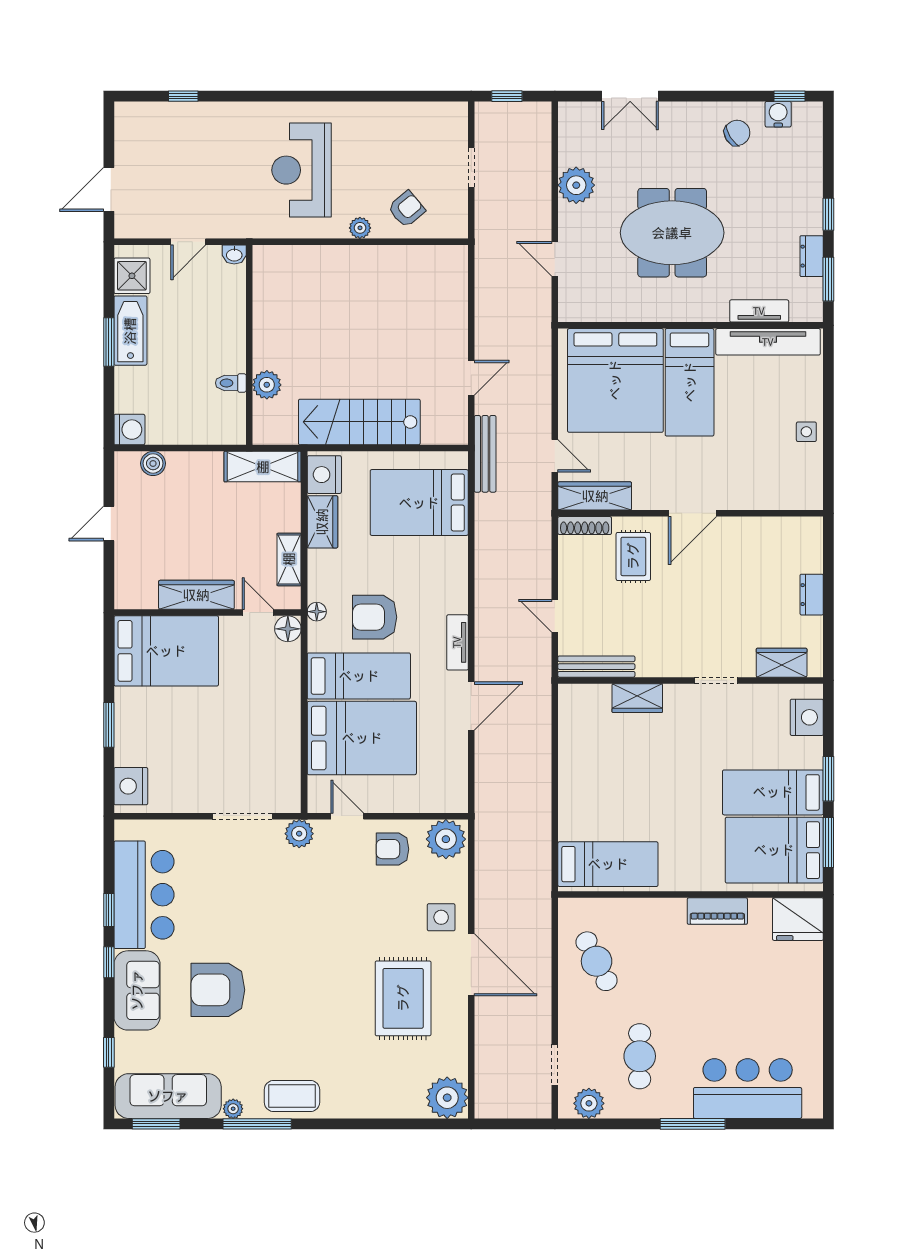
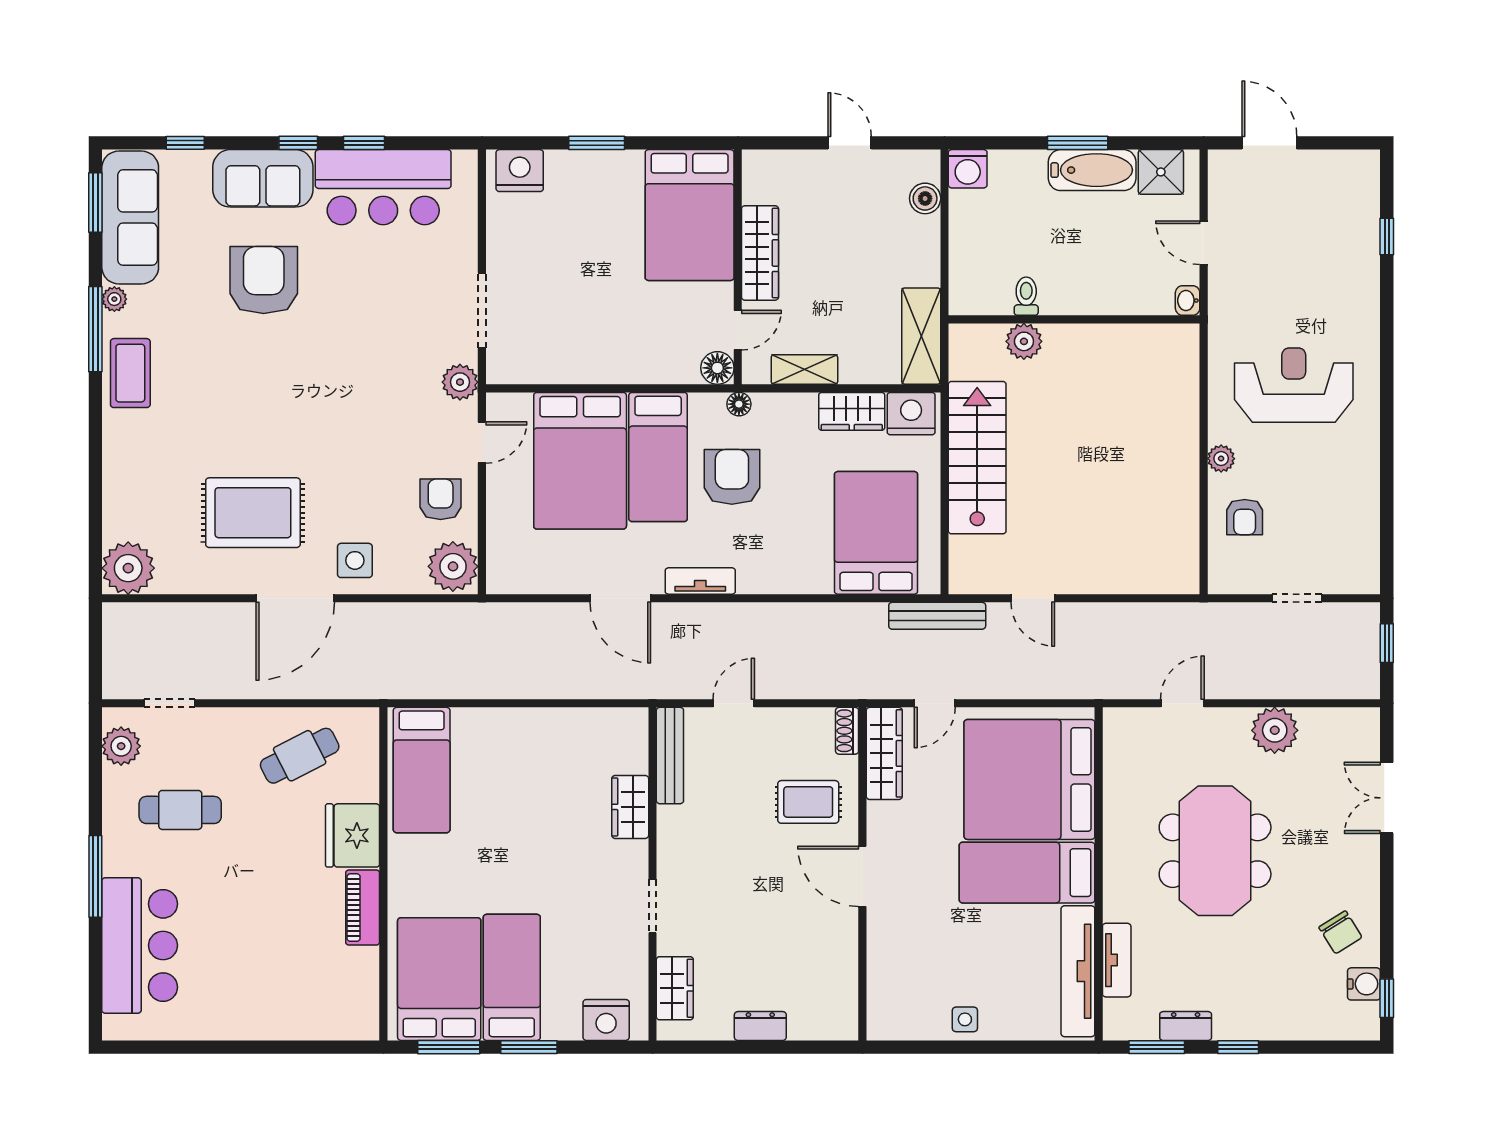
armchair: (407, 209) -> (1245, 517), turned 40
shoe rack: (585, 526) -> (847, 731), width x0.70
fridge: (798, 919) -> (353, 835), moved

